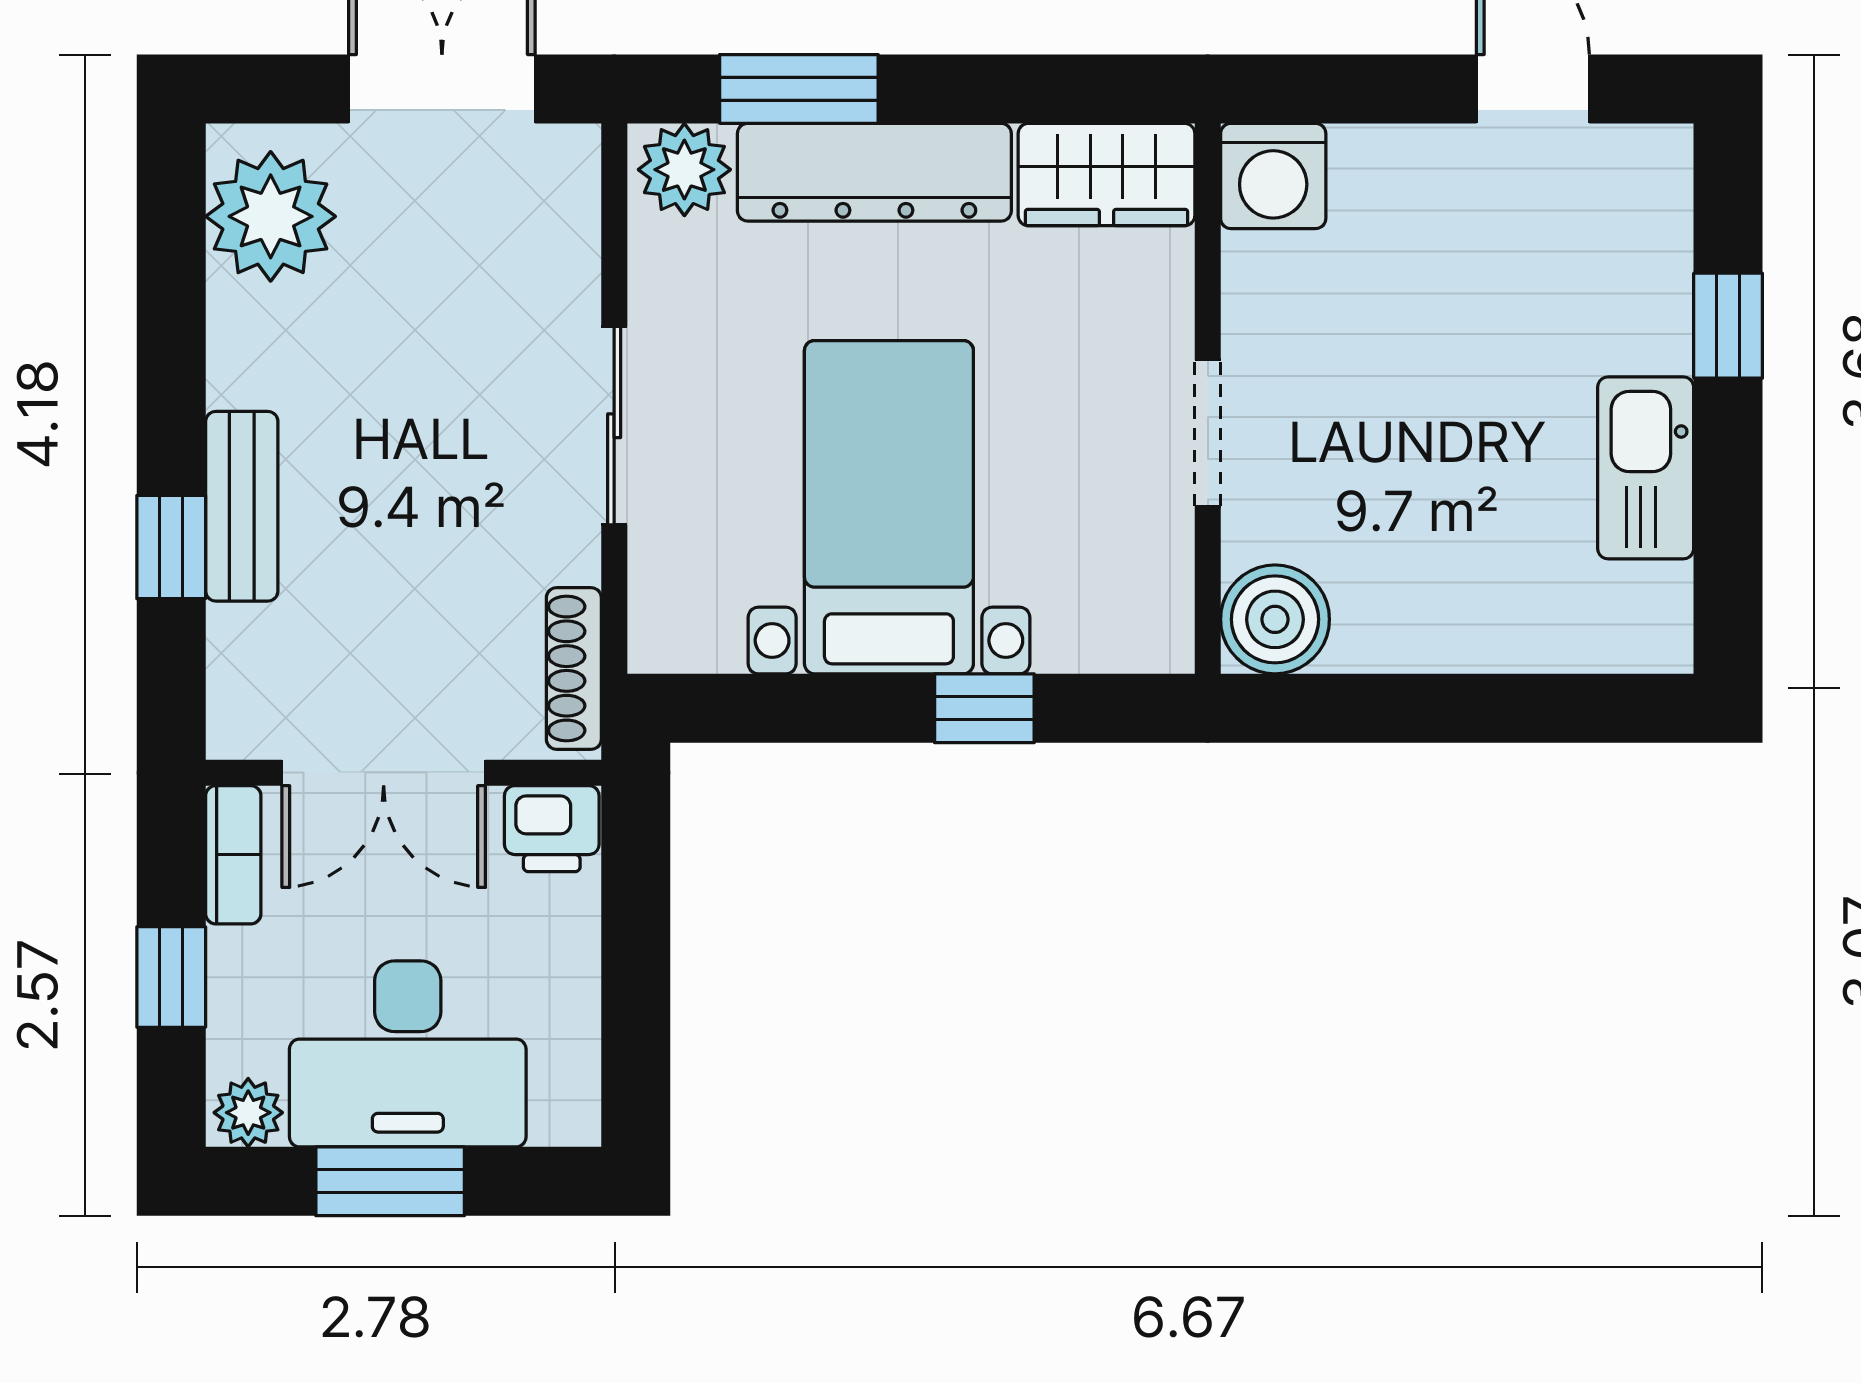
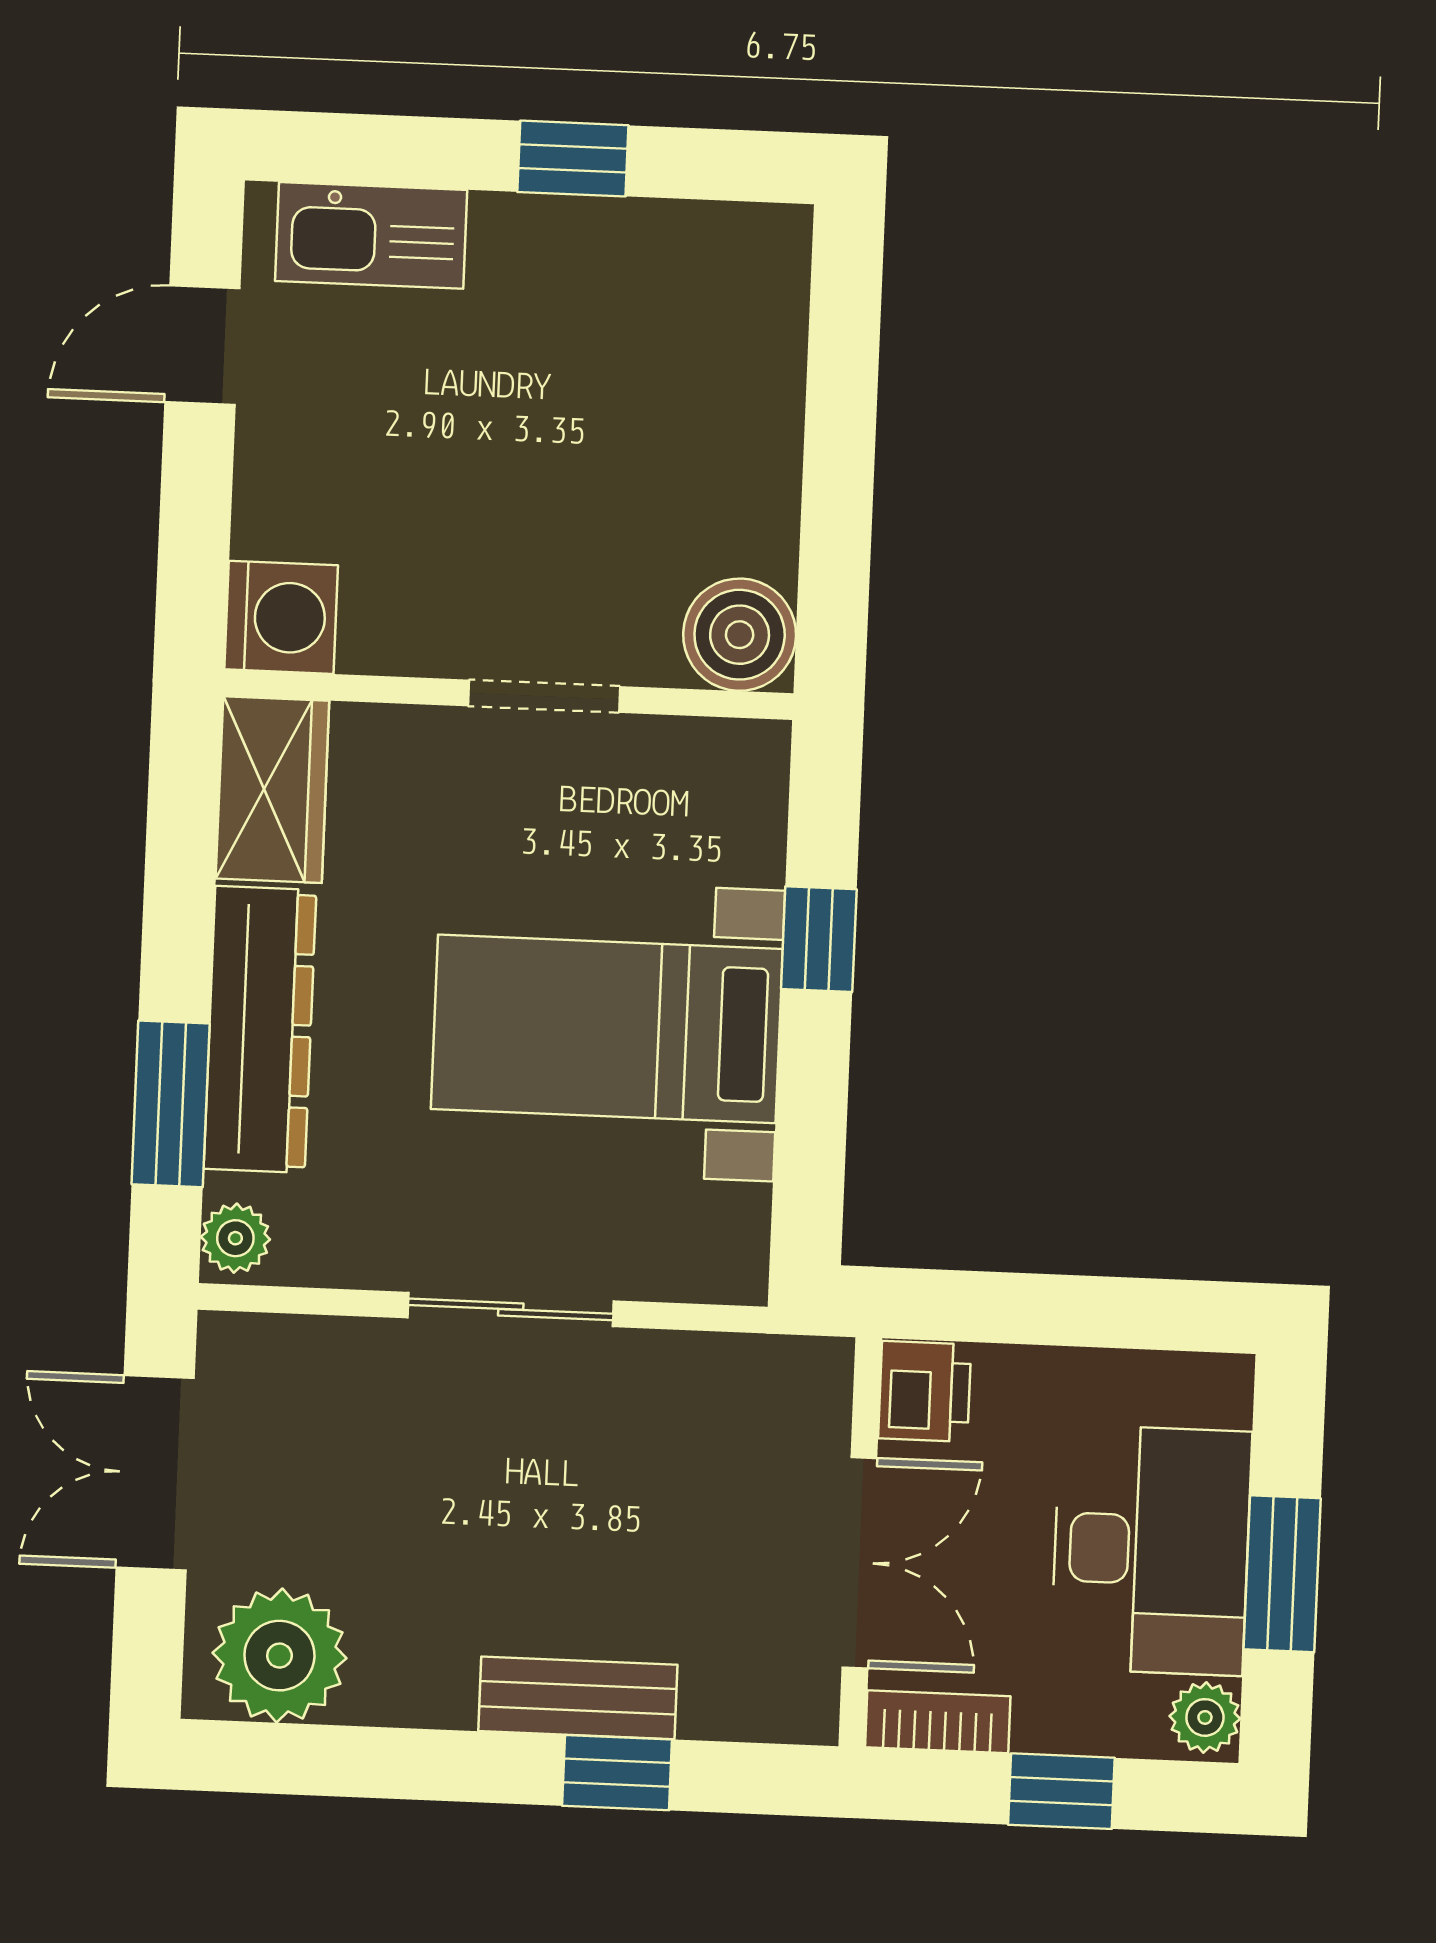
plant: (684, 170) -> (235, 1238), width x0.73, depth x0.73
window: (1728, 326) -> (573, 159), moved
kitchen sink: (1646, 468) -> (371, 235), moved
shoe rack: (574, 668) -> (760, 1362), removed

